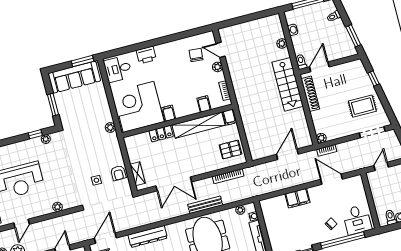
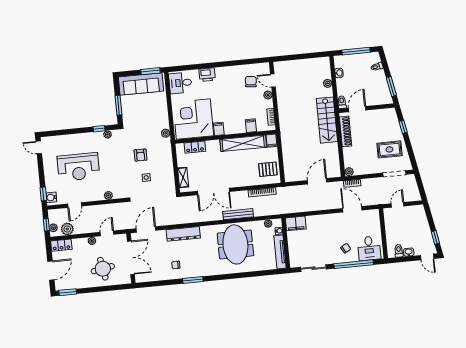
locker: (161, 134) -> (195, 147), moved
armchair: (118, 173) -> (141, 155), moved
filing cabinet: (298, 198) -> (296, 223), moved

